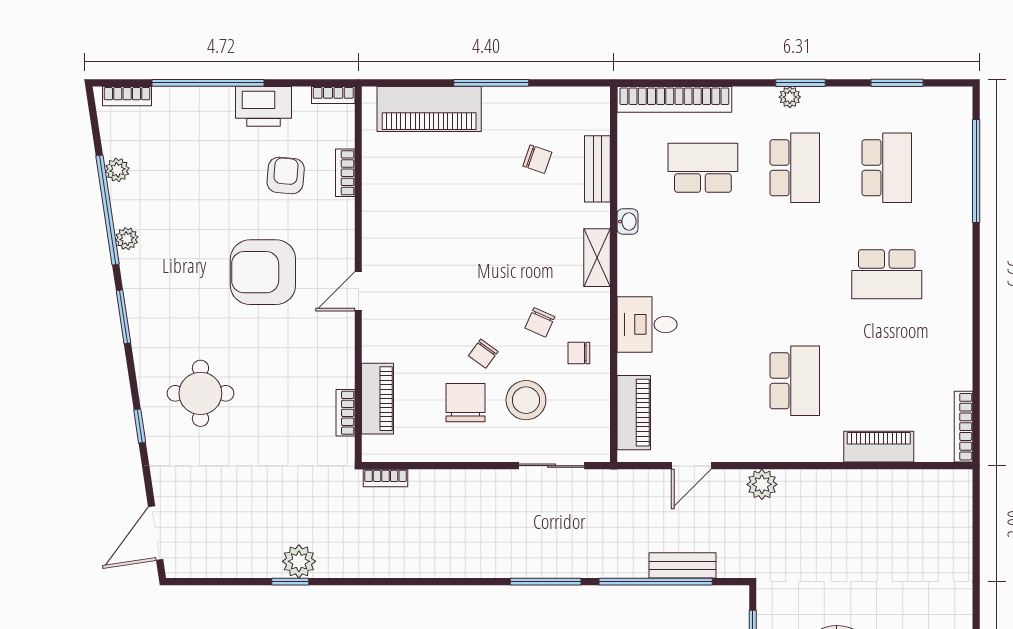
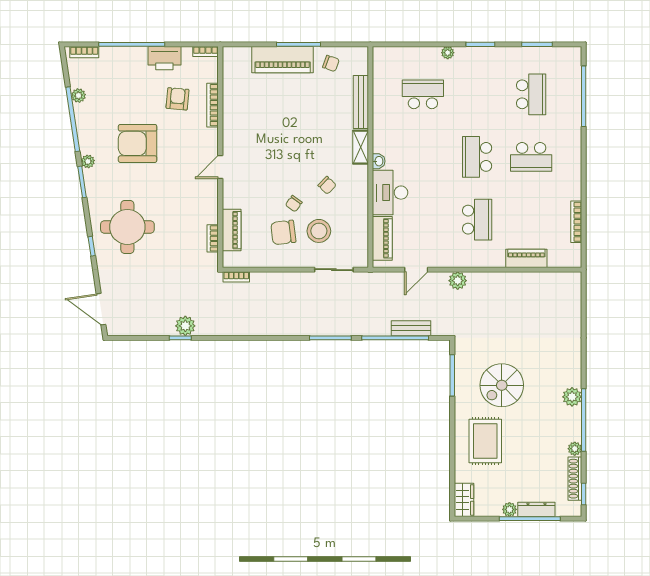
plant: (790, 97) -> (448, 53), moved
bookcase: (674, 99) -> (406, 54), removed
piano: (429, 109) -> (283, 60), moved
chair: (537, 159) -> (331, 63), moved
school desk: (795, 168) -> (477, 157), moved, turned 180
bench: (597, 169) -> (361, 102), width x1.36
bookcase: (345, 173) -> (213, 105), width x1.56
washbasin: (627, 221) -> (379, 161), moved
plant: (127, 239) -> (88, 161), moved
armchair: (263, 272) -> (138, 143), moved
chair: (540, 322) -> (327, 185), turned -70
desk: (647, 324) -> (390, 193), width x1.37
chair: (579, 353) -> (350, 203), removed
round table: (200, 393) -> (127, 227), width x1.36, depth x1.36
chair: (466, 403) -> (283, 232), turned -97
bookcase: (964, 427) -> (576, 222), moved
door: (156, 533) -> (101, 309), hinge flipped

